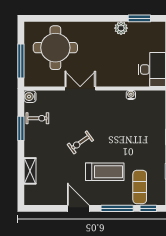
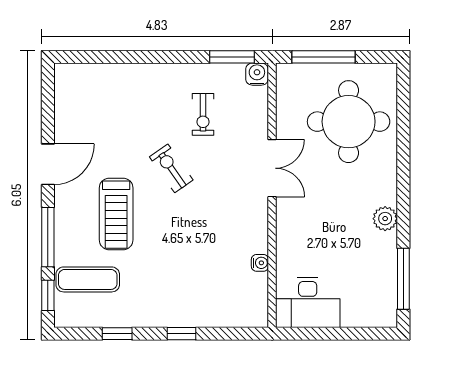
window: (139, 18) -> (403, 279), width x1.44
plant: (121, 28) -> (385, 219), moved
exercise bike: (37, 118) -> (203, 114), moved
window: (21, 128) -> (232, 57), moved
shelving: (30, 171) -> (118, 74), removed

